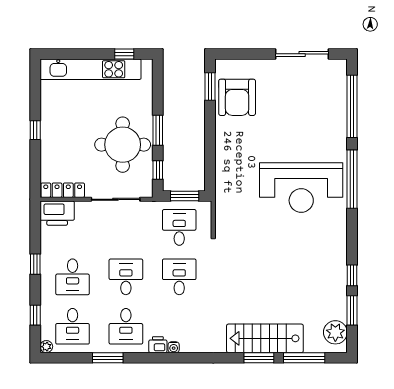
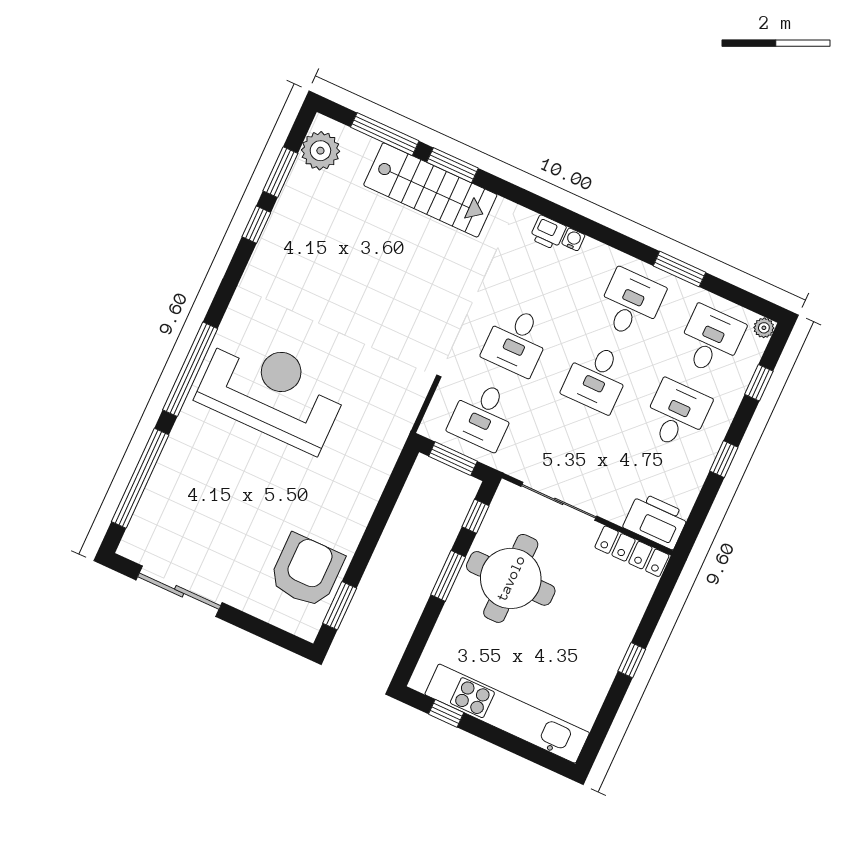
printer: (158, 345) -> (548, 232), moved

